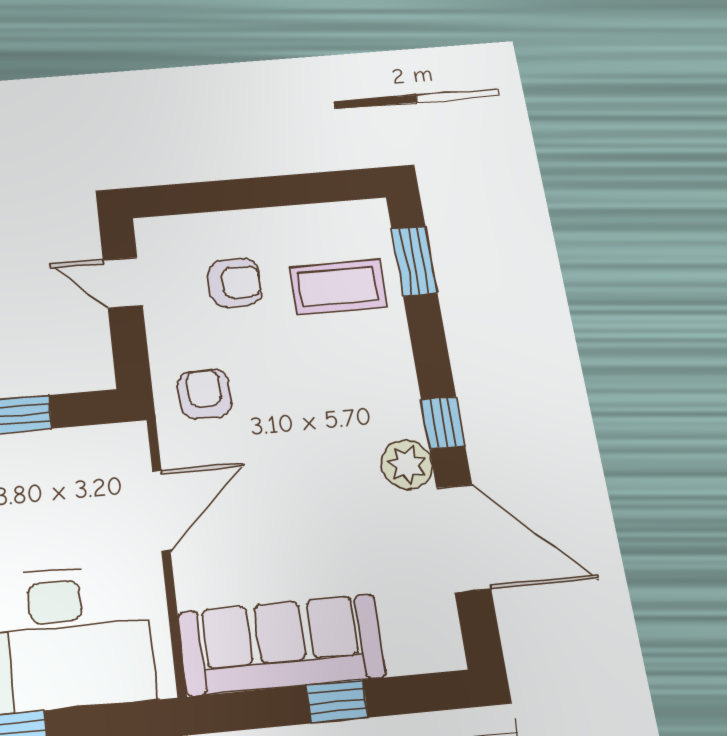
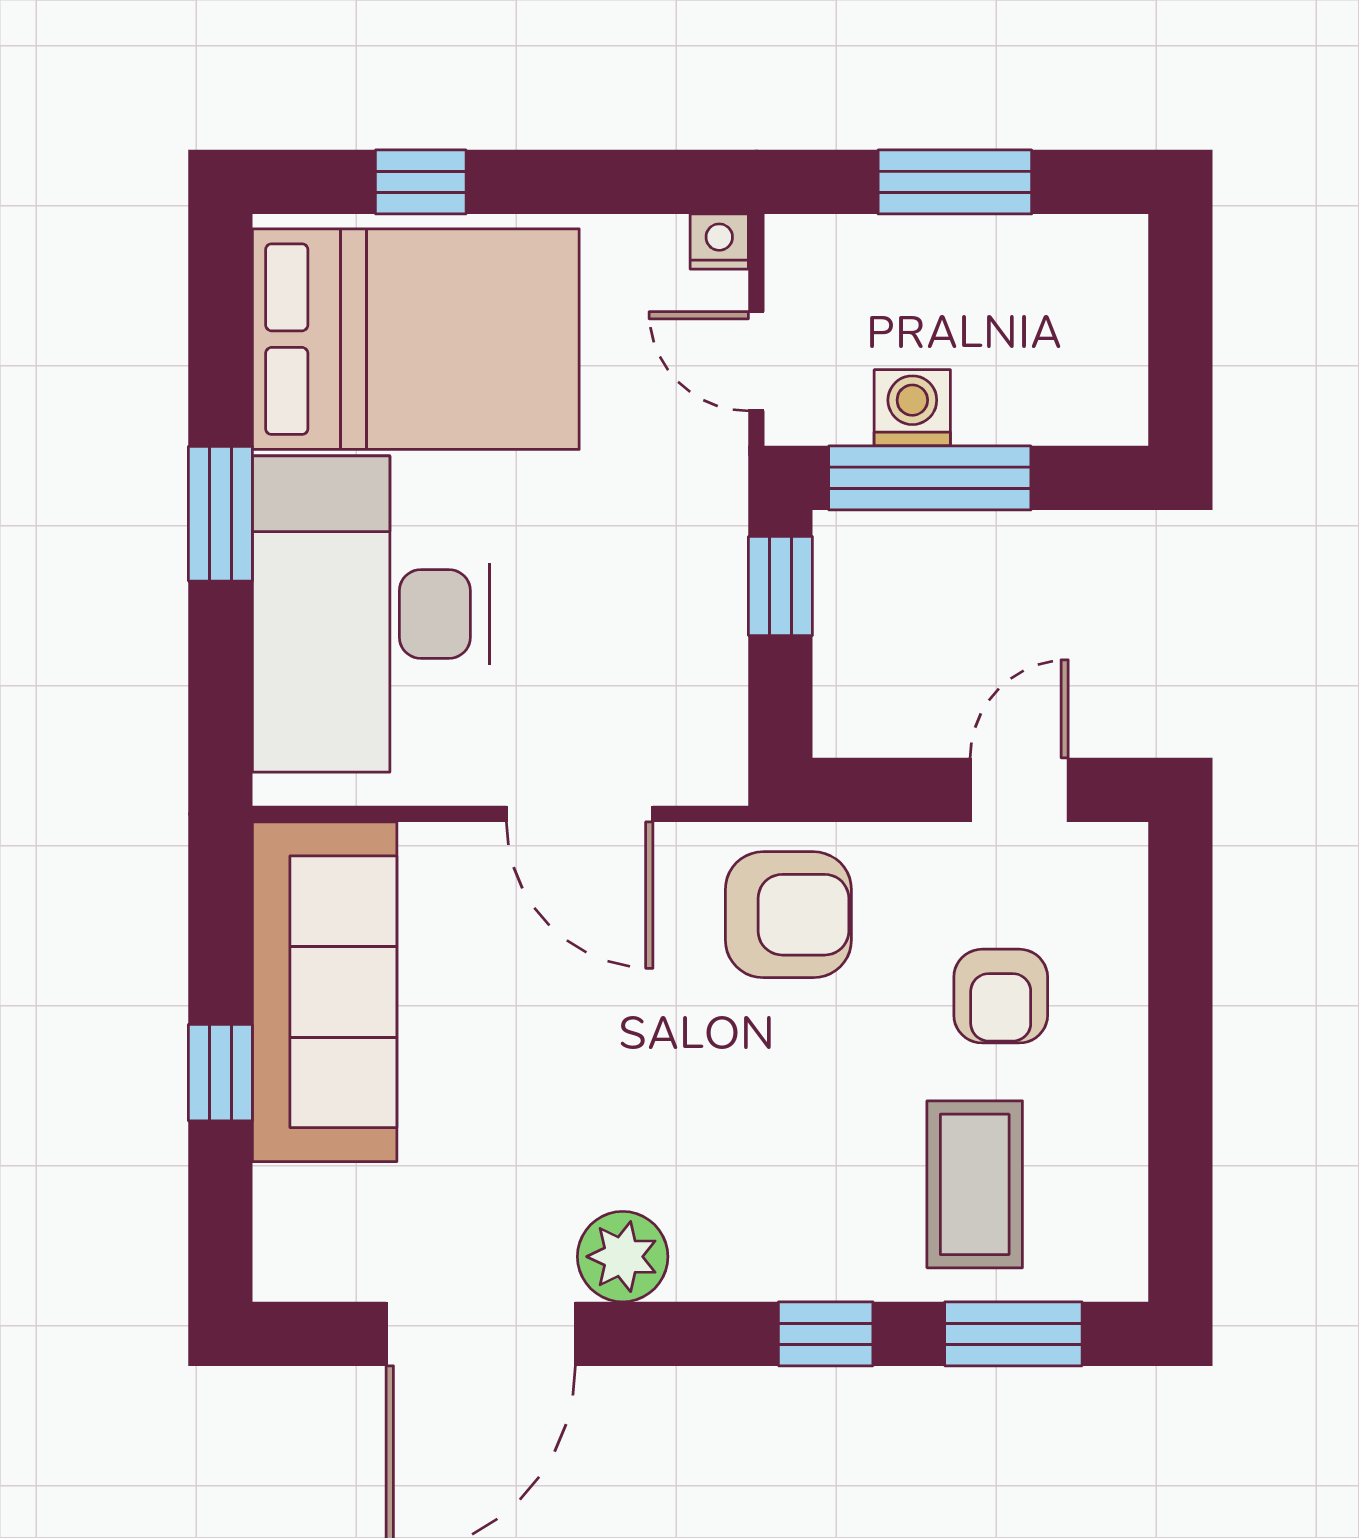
armchair: (205, 394) -> (788, 915), width x1.38, depth x1.38
window: (443, 423) -> (826, 1334), moved

